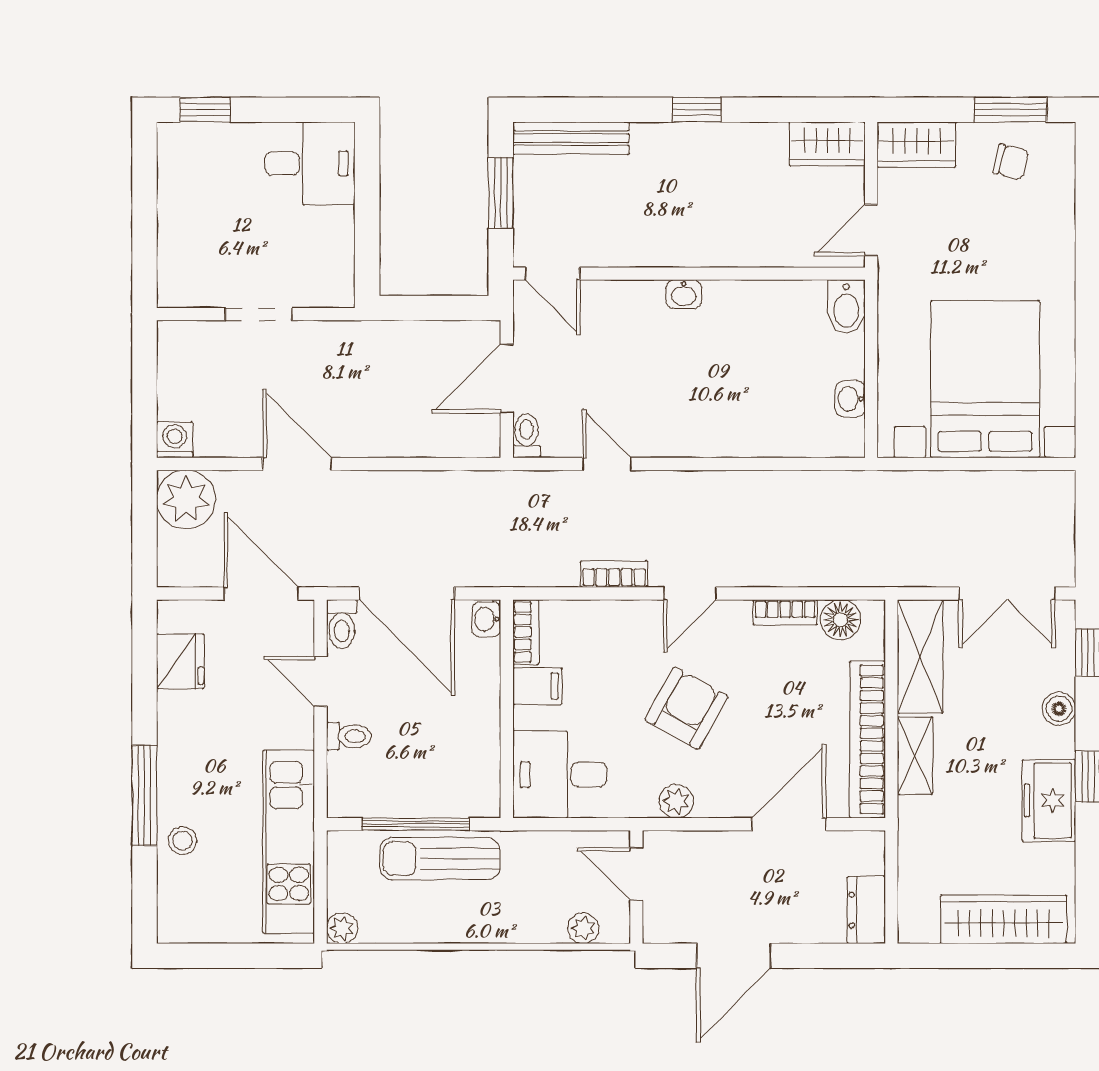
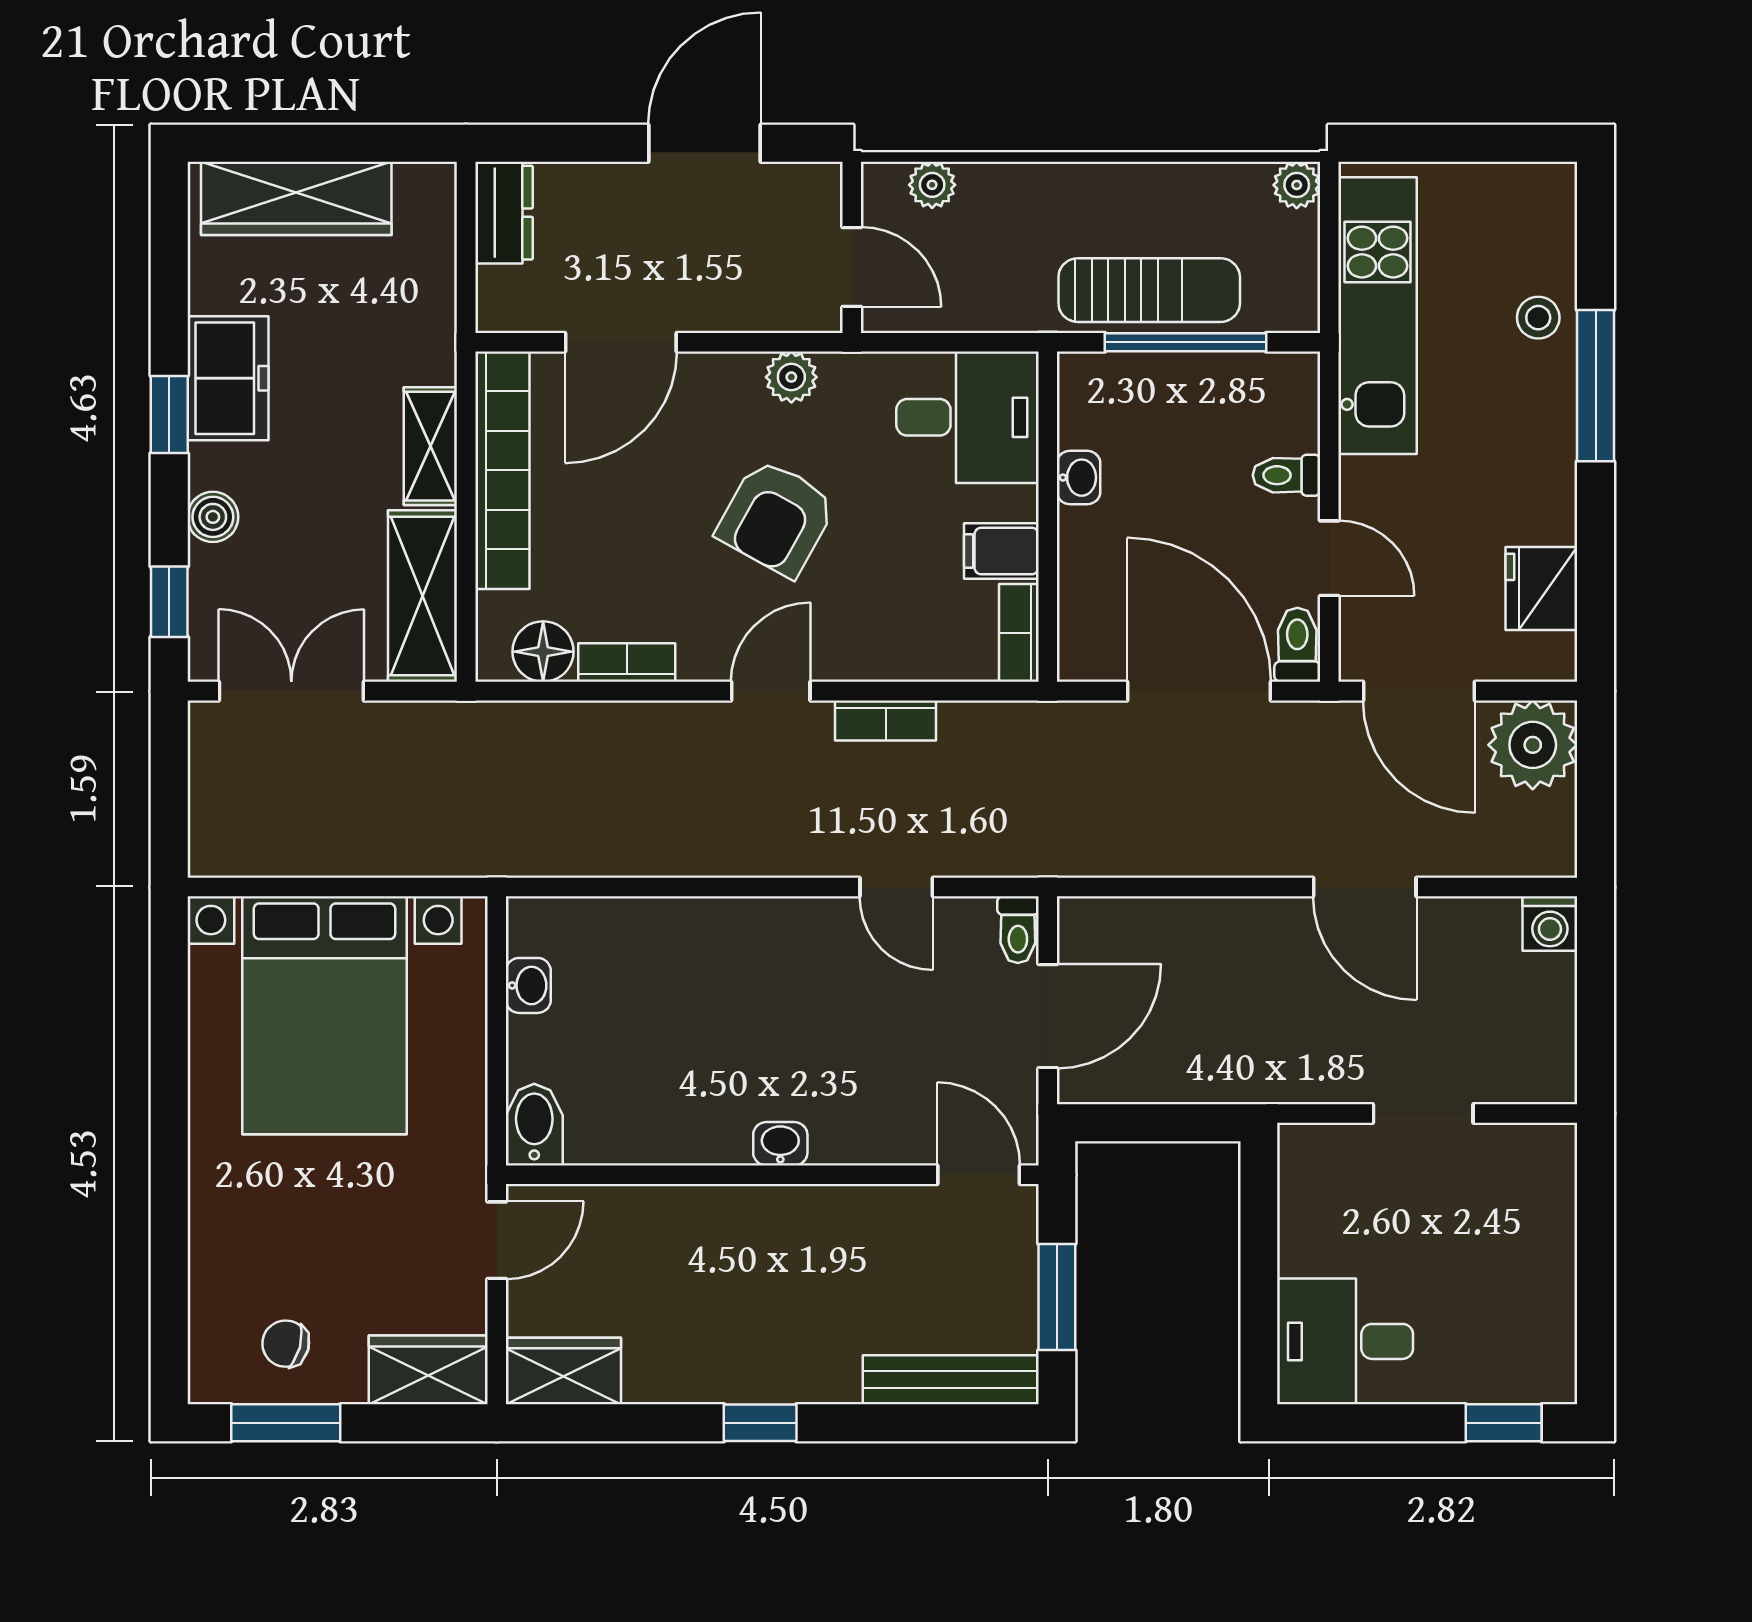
plant: (186, 499) -> (1533, 745), moved
washbasin: (486, 619) -> (1079, 478), moved

